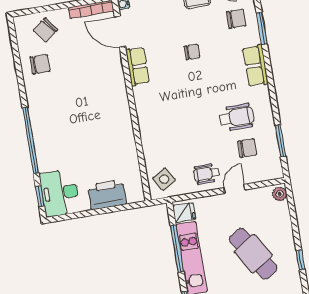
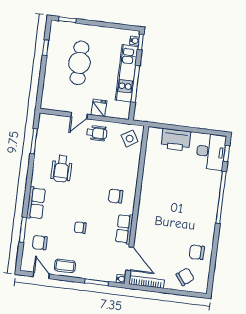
wheelchair: (237, 117) -> (61, 169), turned -90
chair: (247, 148) -> (116, 196), moved
plant: (280, 194) -> (46, 102), removed
fridge: (184, 213) -> (99, 108), moved, turned 90
cafe table: (253, 254) -> (79, 63), turned 32

